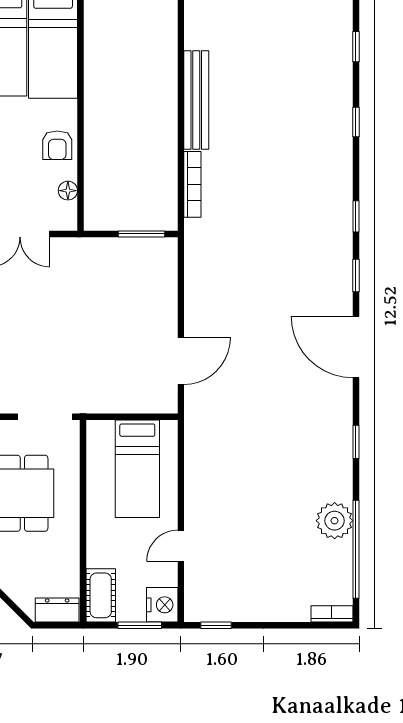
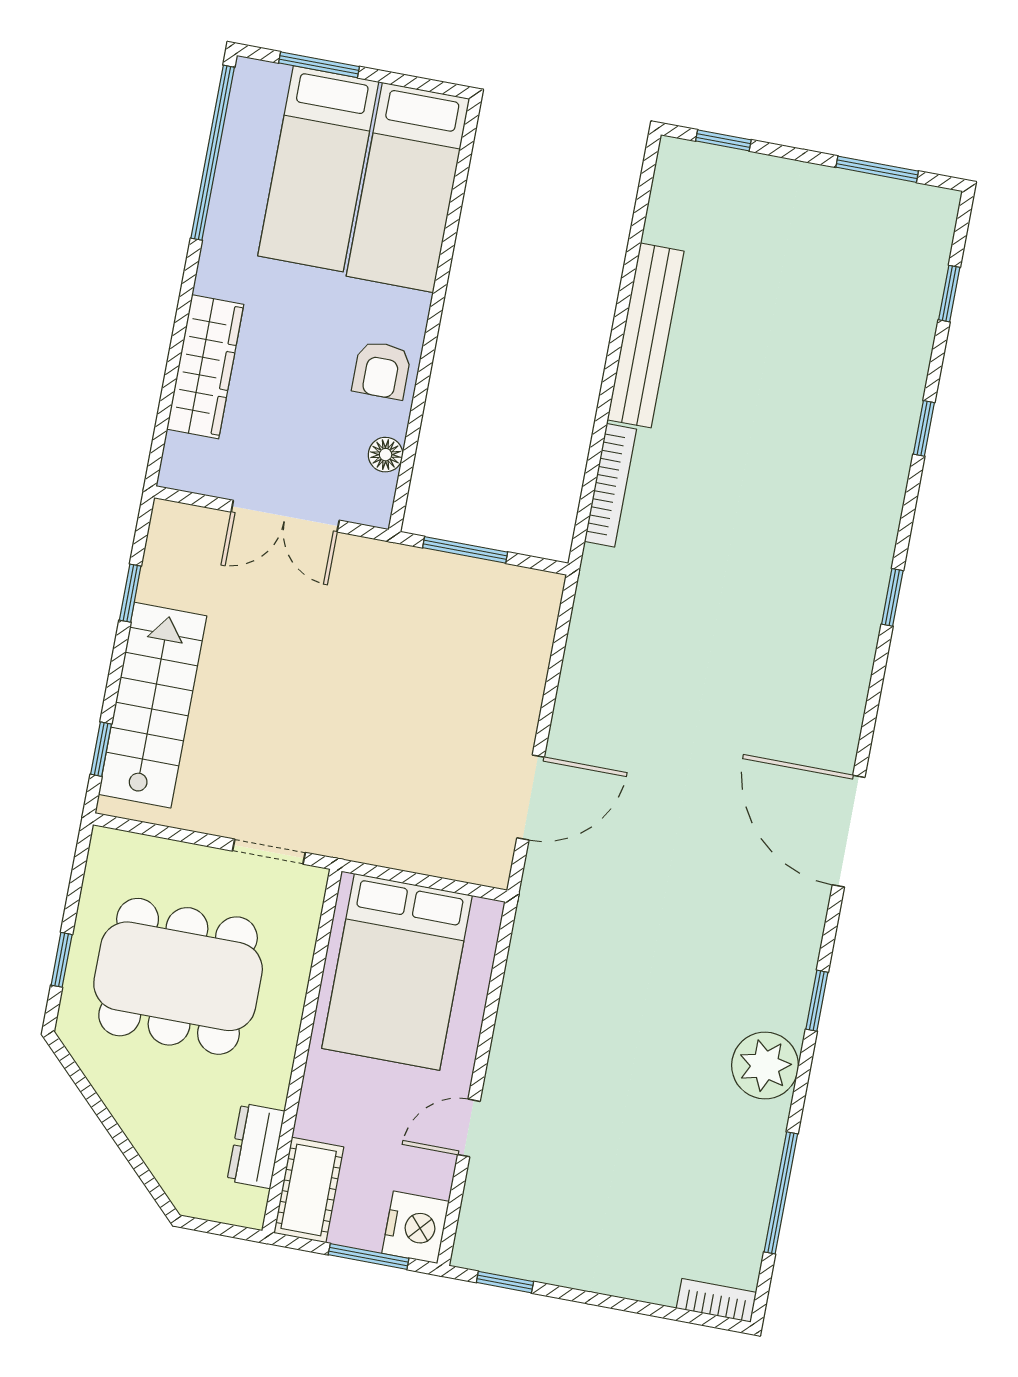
window: (142, 234) -> (465, 550), moved
window: (356, 275) -> (873, 703), removed
doorway: (45, 417) -> (269, 852), width x0.73
bed: (137, 469) -> (397, 972), width x1.50
plant: (335, 521) -> (765, 1065), moved
window: (356, 549) -> (781, 1193), width x0.68
dresser: (57, 610) -> (256, 1146), moved, turned -90

